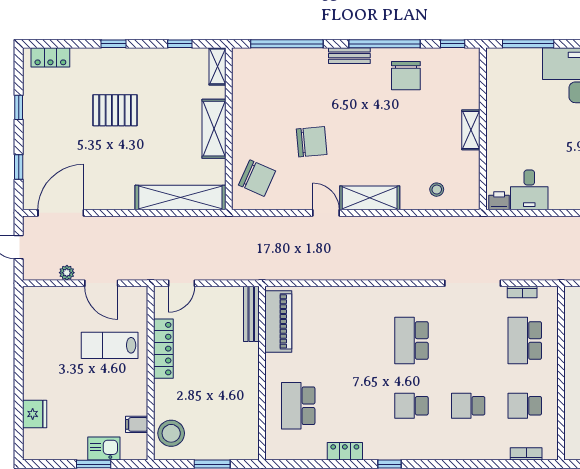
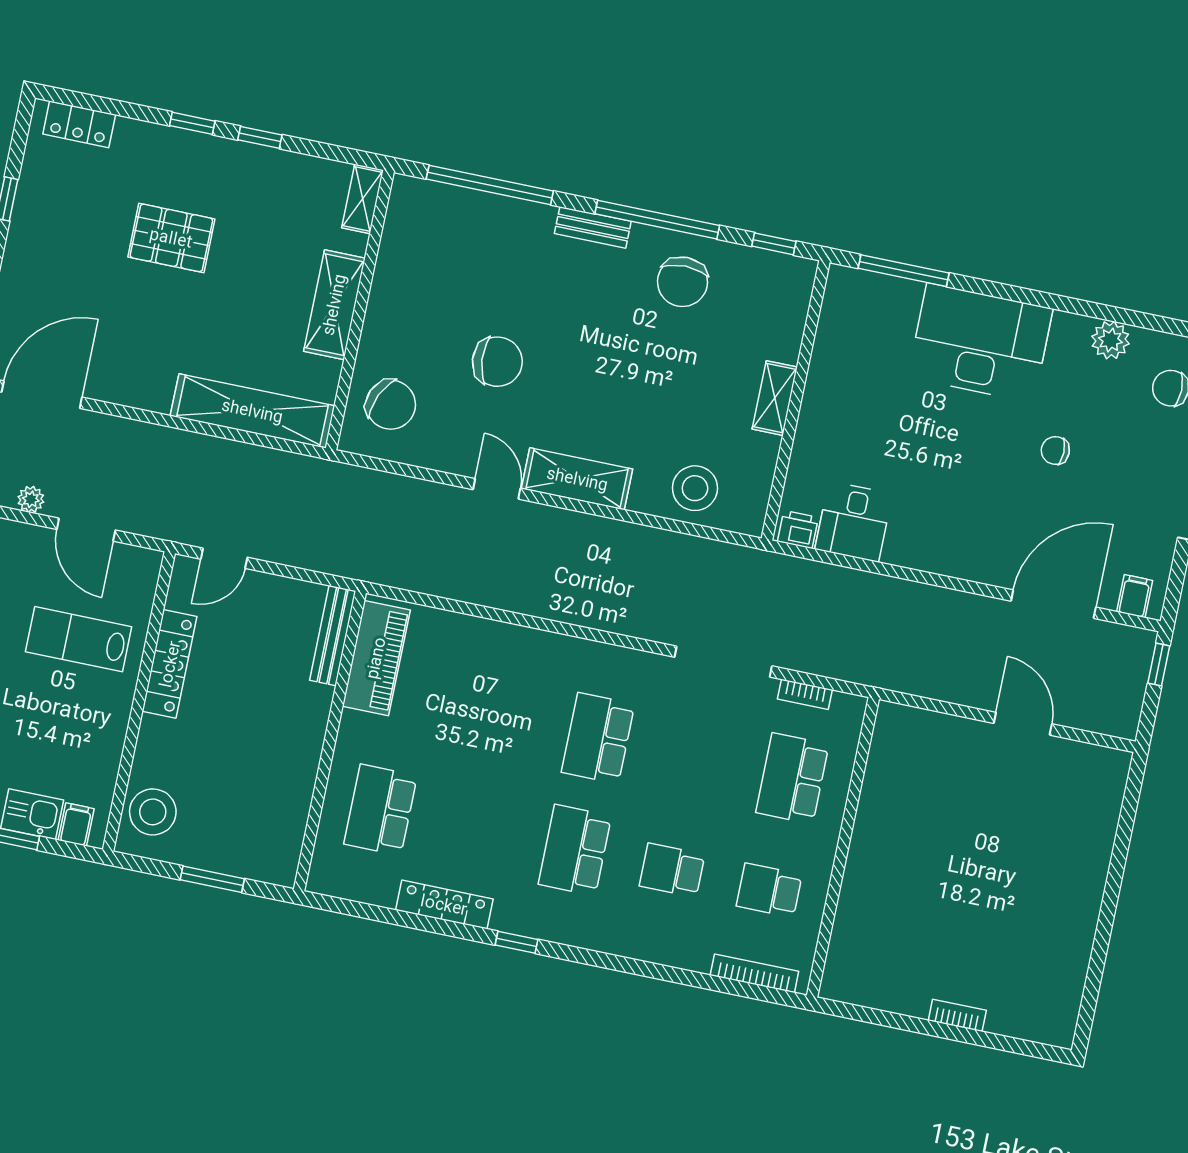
window: (180, 44) -> (260, 137), moved
stool: (437, 190) -> (695, 488), width x1.89, depth x1.89
school desk: (411, 406) -> (575, 850), width x1.85
filing cabinet: (137, 424) -> (76, 824), moved, turned 90
locker: (345, 451) -> (444, 905), width x1.53
bookcase: (526, 454) -> (754, 973), width x1.56

